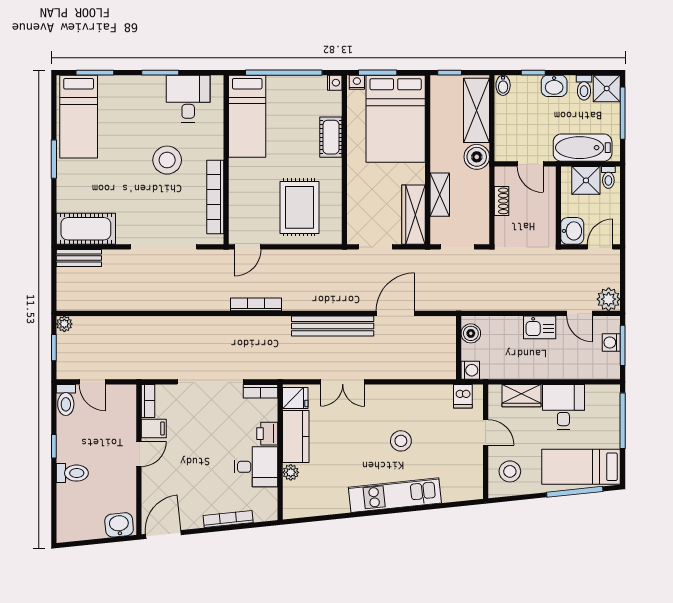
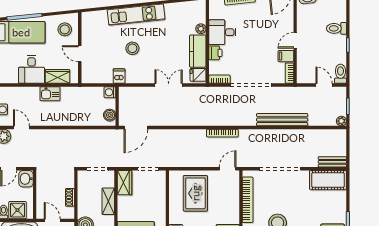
wardrobe: (414, 215) -> (125, 183), width x0.67
bench: (333, 326) -> (282, 120), moved
kitchen sink: (540, 327) -> (50, 94), moved, turned 180
boiler: (471, 333) -> (110, 115), moved
wall: (459, 348) -> (117, 106), moved
washing machine: (470, 370) -> (110, 92), moved
dishwasher: (463, 396) -> (119, 76), moved

